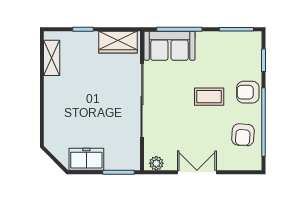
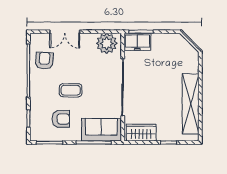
shelving: (52, 58) -> (191, 104), width x2.20, depth x1.33
armchair: (248, 92) -> (61, 119), moved
freezer: (86, 159) -> (137, 42), moved
plant: (156, 163) -> (107, 43), width x1.87, depth x1.87
double door: (197, 172) -> (65, 32), moved

